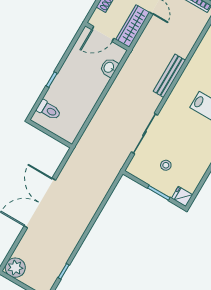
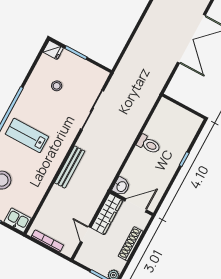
washbasin: (109, 68) -> (121, 186), moved
toilet: (49, 110) -> (149, 144), moved, turned 180
stool: (166, 165) -> (57, 86), moved

